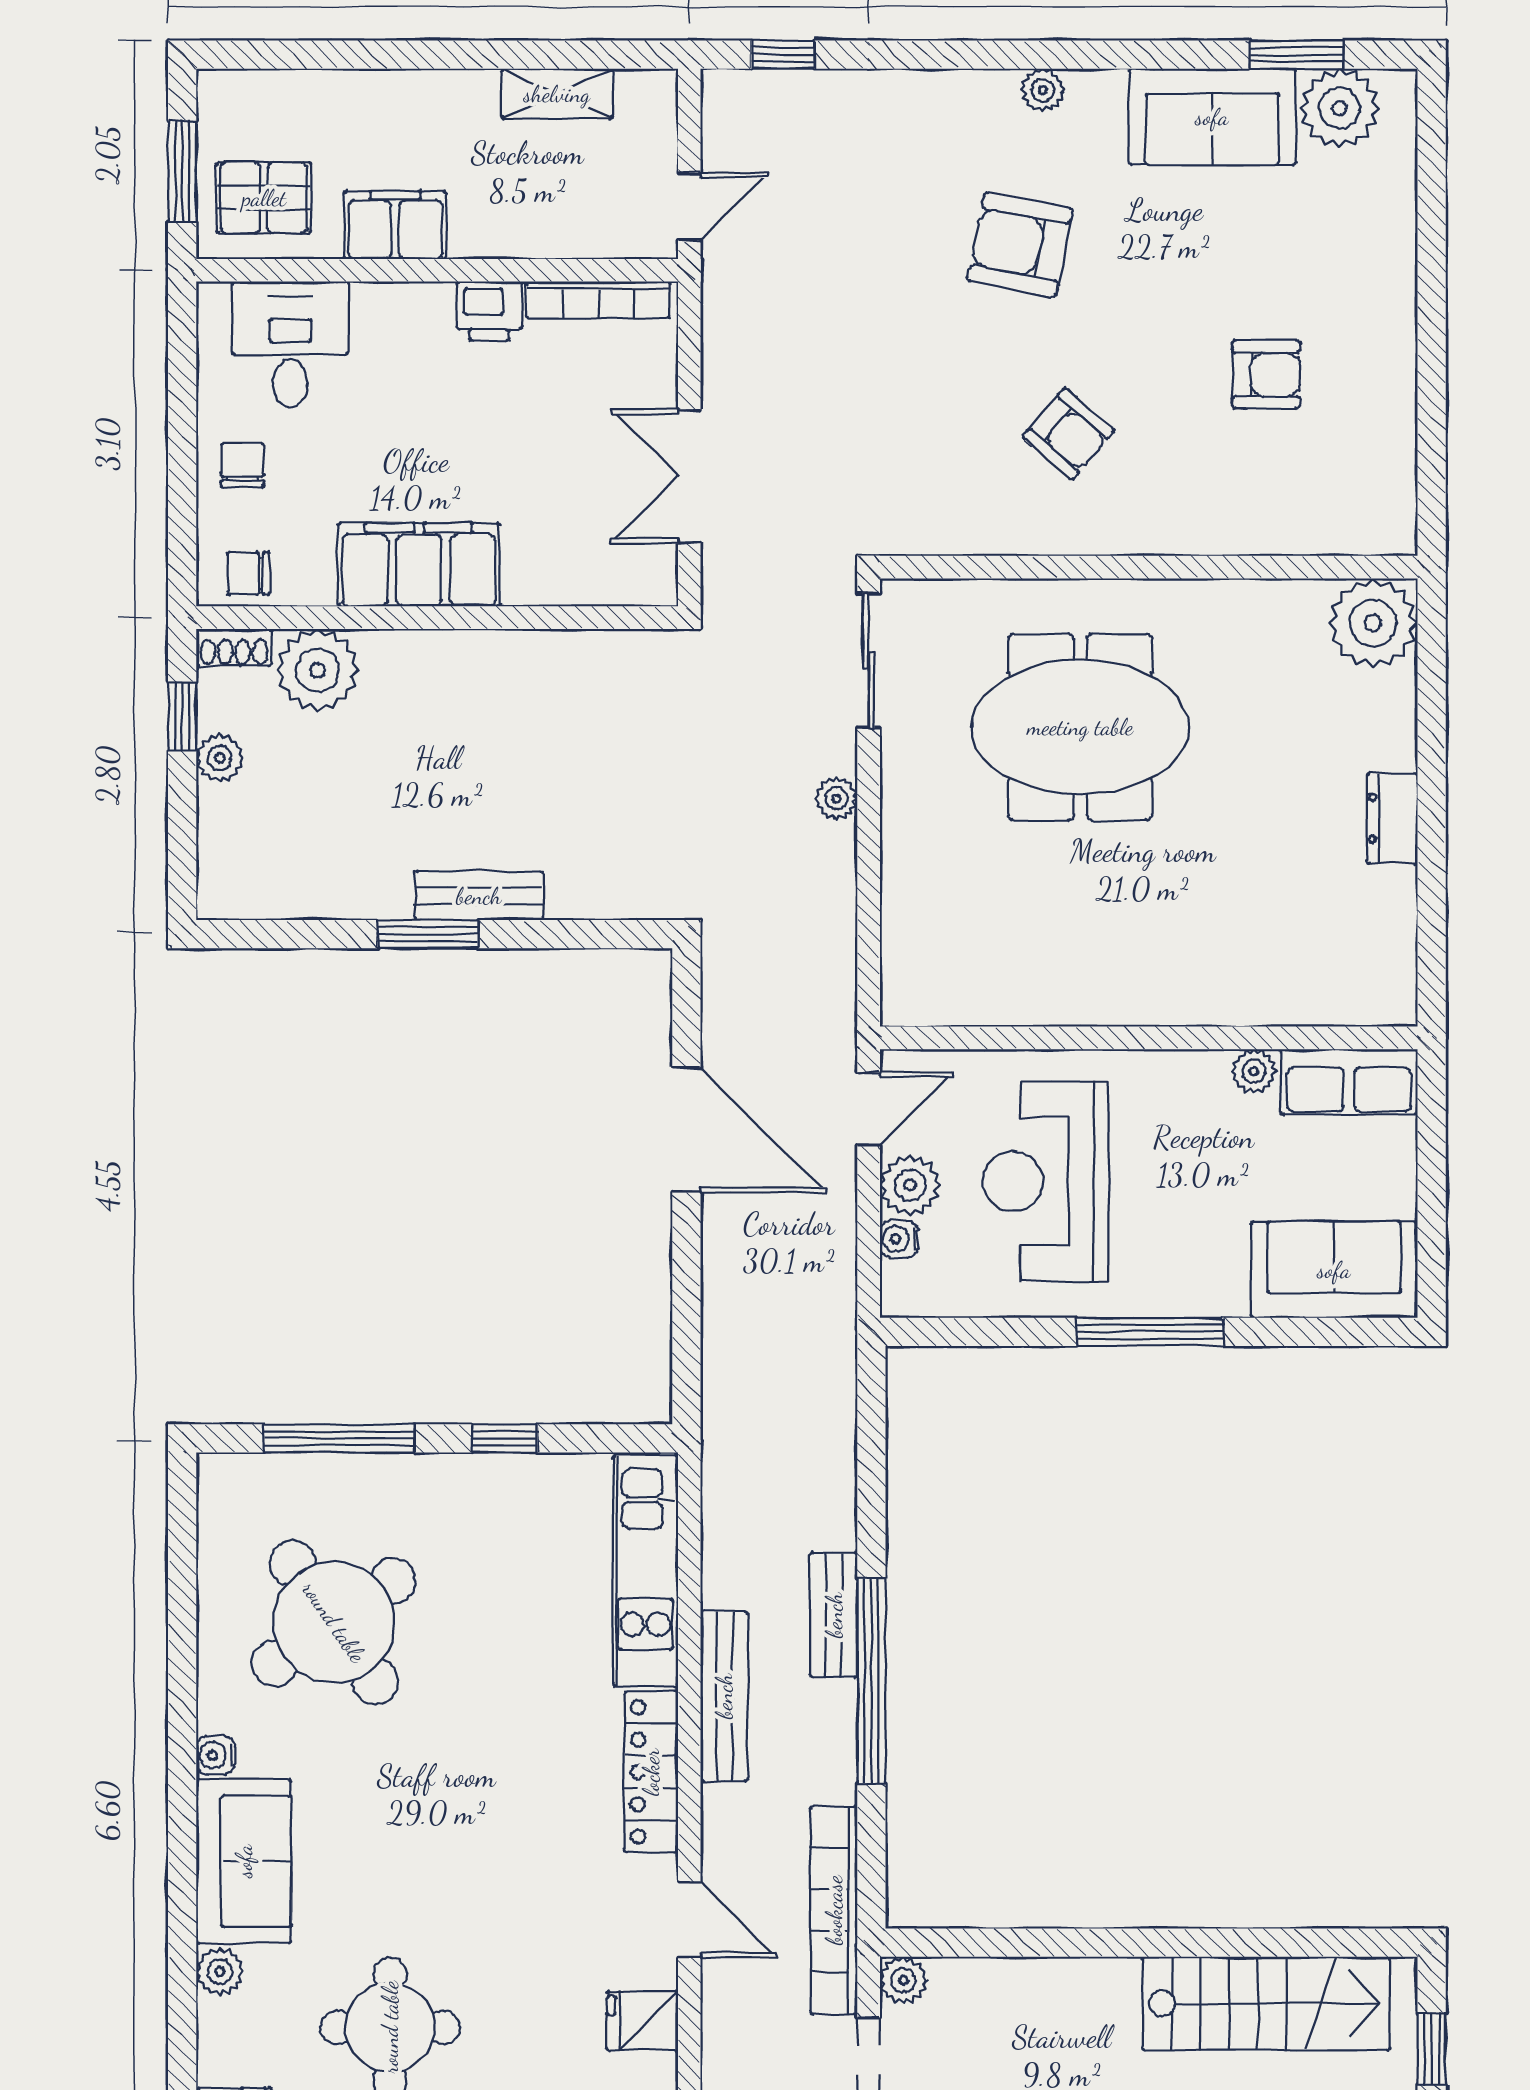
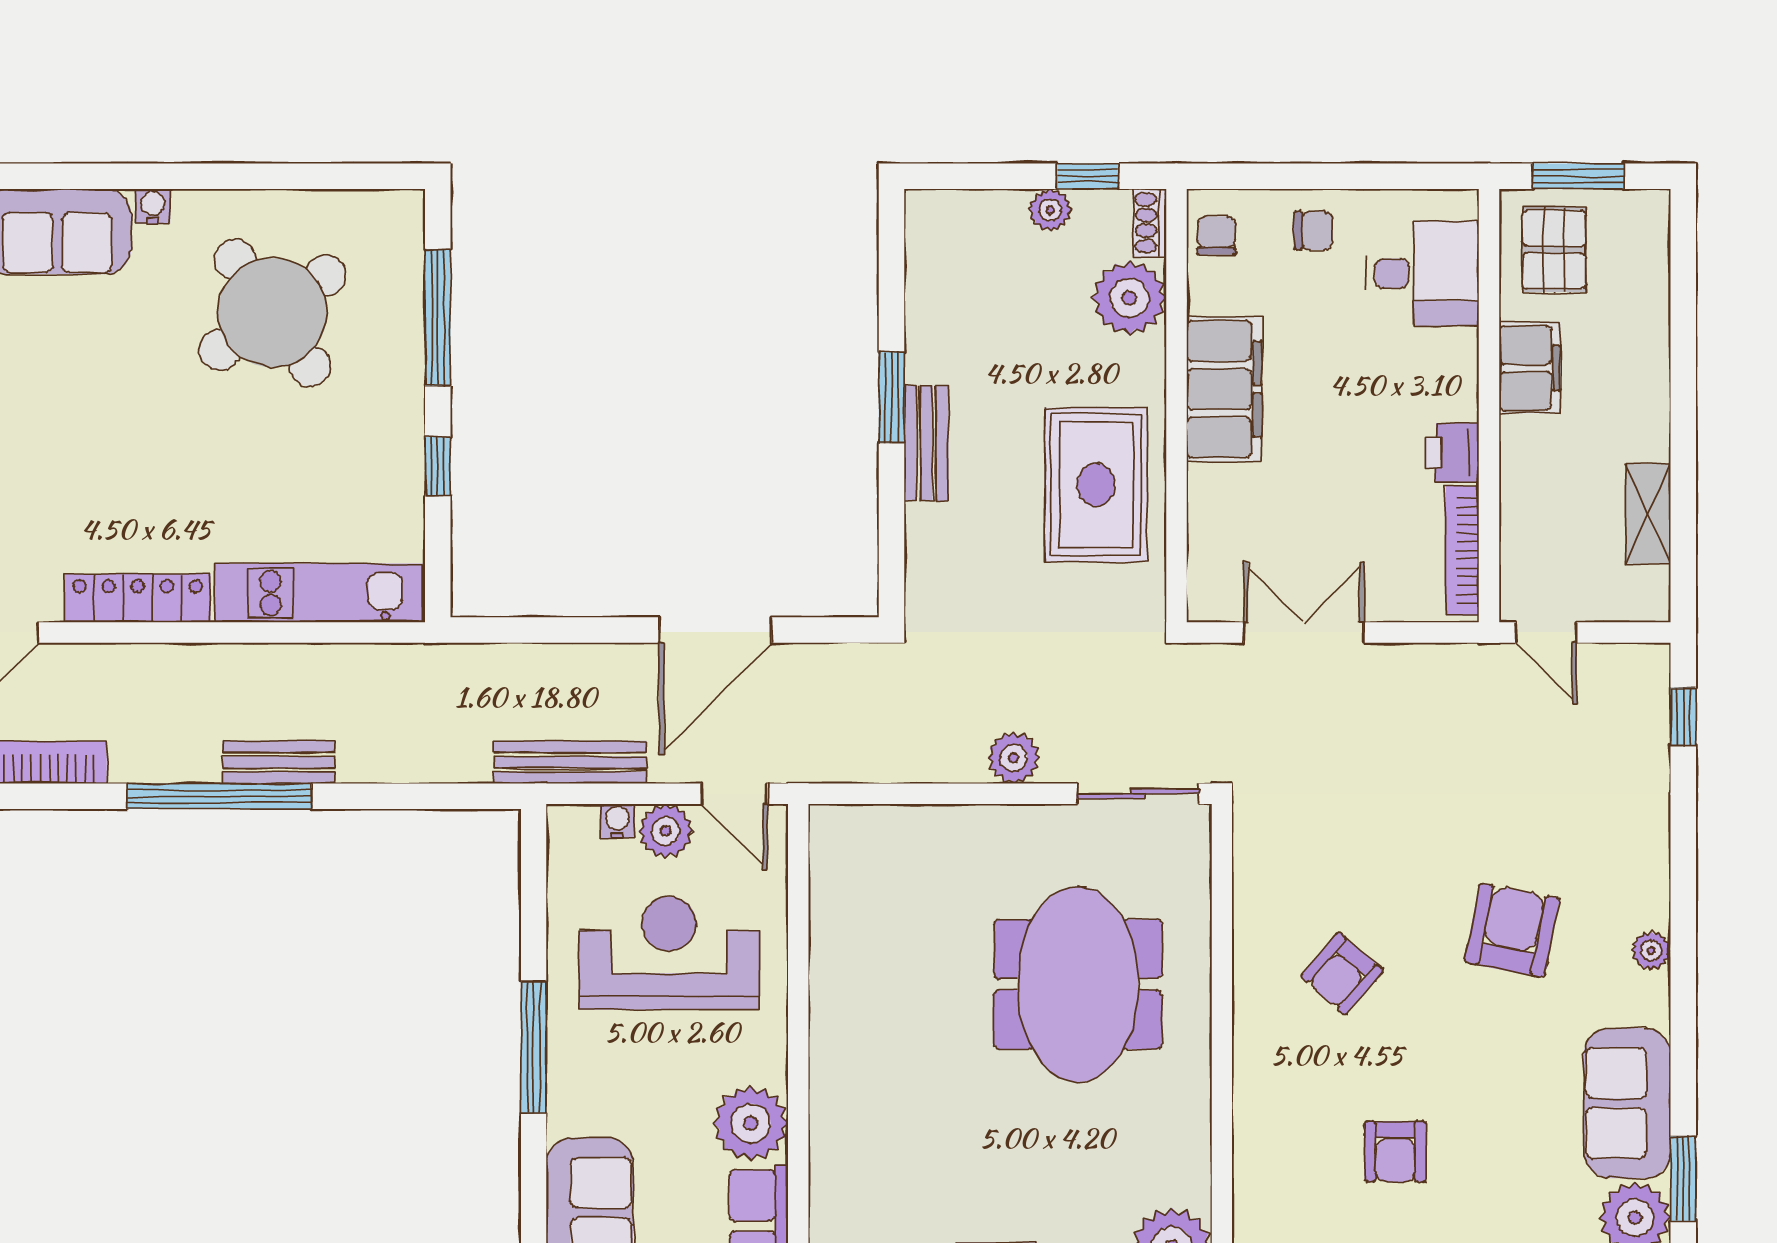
rug: (525, 707) -> (1096, 485), added
plant: (836, 798) -> (1014, 758), width x1.38, depth x1.38
plant: (1254, 1071) -> (751, 1123), width x1.88, depth x1.88
bench: (724, 1696) -> (570, 762), moved

